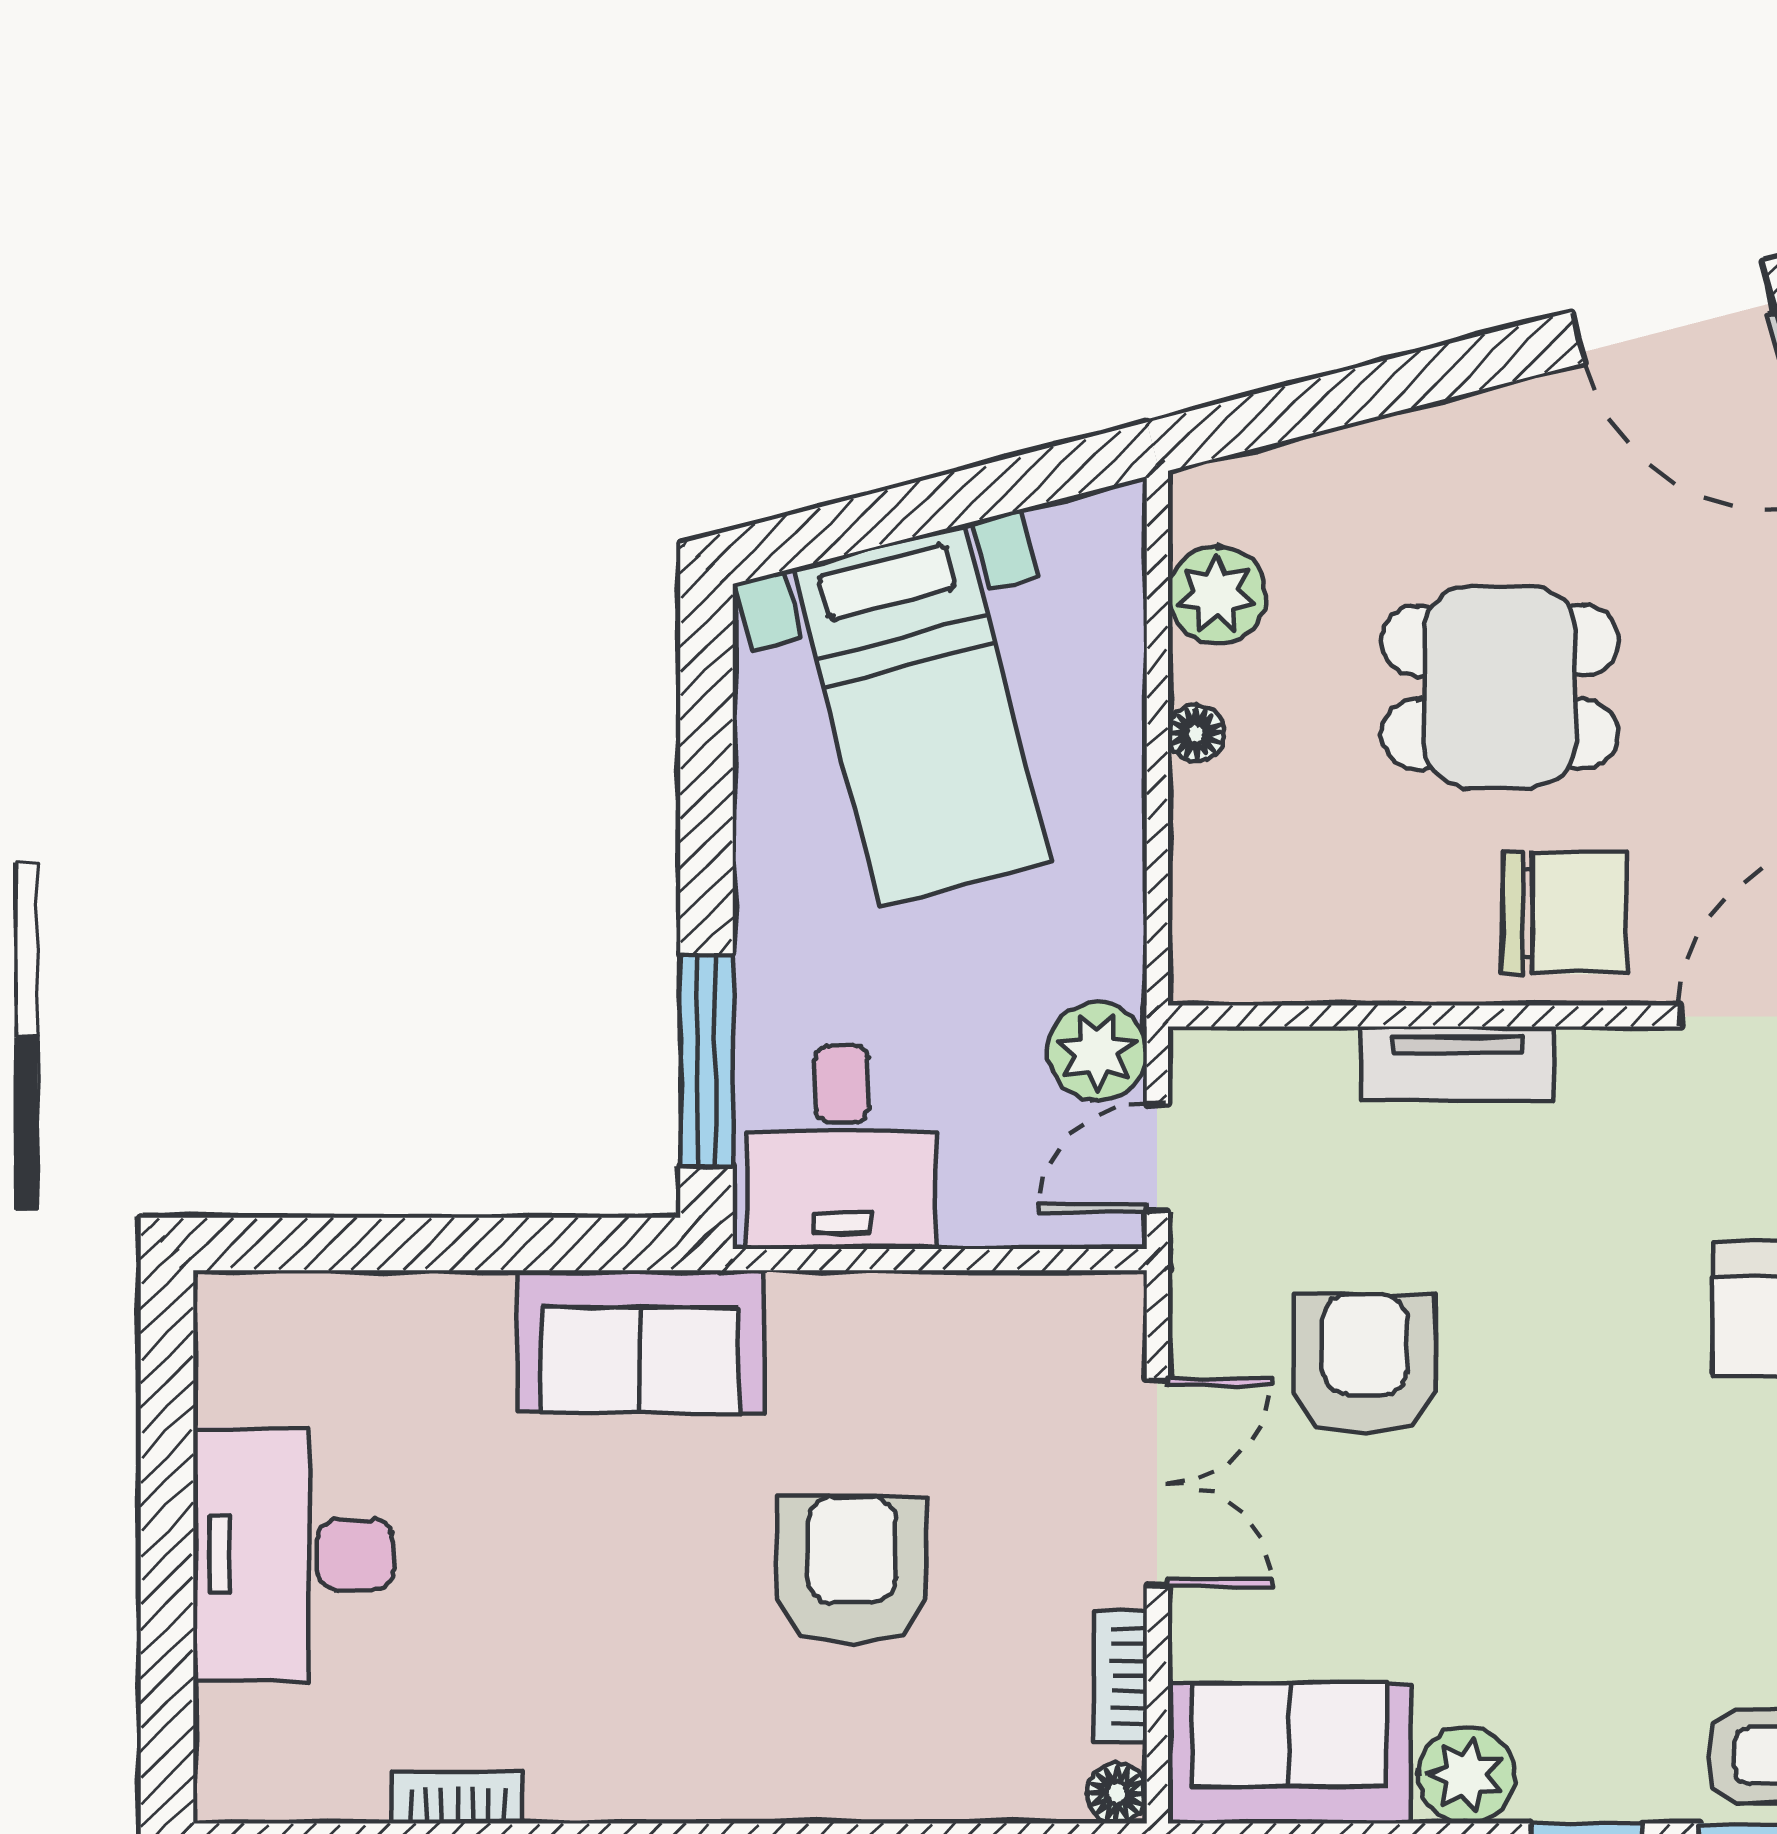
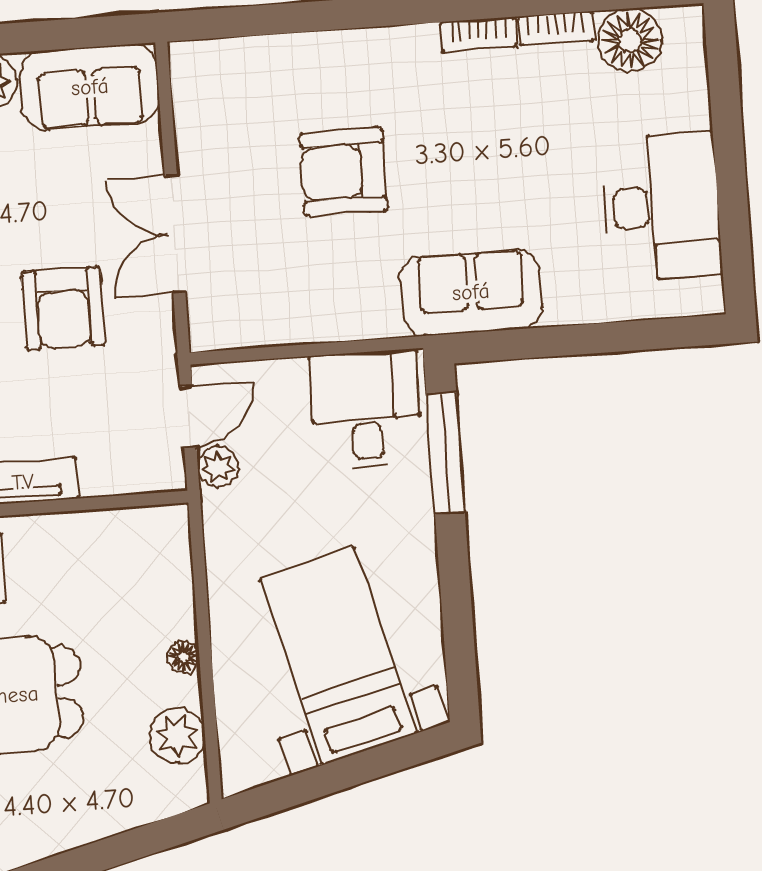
plant: (1097, 1051) -> (218, 467), width x0.73, depth x0.73
desk: (293, 1555) -> (662, 206), moved
armchair: (852, 1570) -> (343, 172), turned 90
bookcase: (1121, 1676) -> (478, 34), moved, turned 90
floor lamp: (1117, 1793) -> (630, 41), moved, width x1.89, depth x1.89

